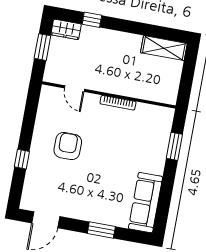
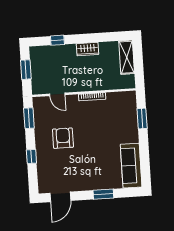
wardrobe: (66, 29) -> (87, 49), moved
shelving: (164, 48) -> (127, 57), moved, turned 90
window: (31, 110) -> (29, 118), added

